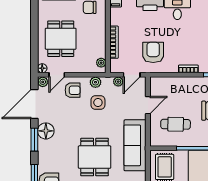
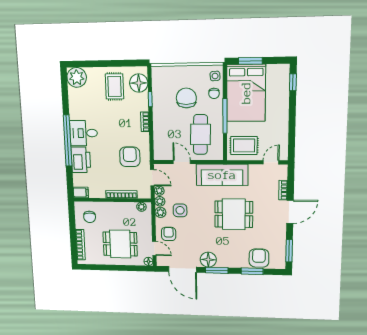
armchair: (153, 52) -> (130, 157), turned 90
plant: (43, 82) -> (160, 201), moved
cafe table: (176, 124) -> (200, 134), width x1.37, depth x1.35

